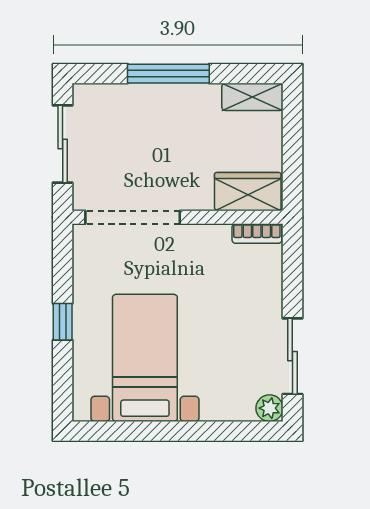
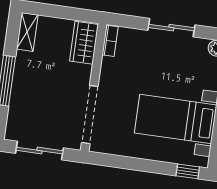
window: (63, 322) -> (188, 171), moved
sliding door: (292, 356) -> (171, 28), moved

